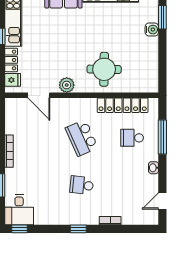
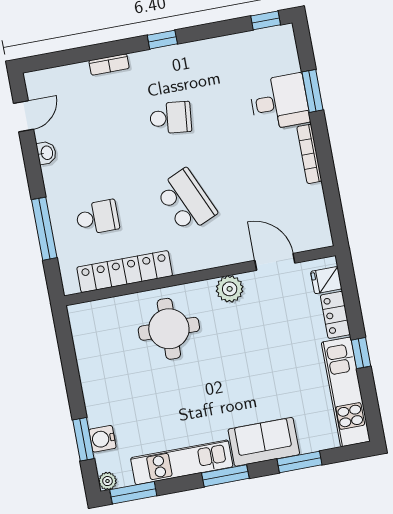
water cooler: (152, 30) -> (102, 439), moved
washbasin: (153, 168) -> (46, 153), moved
desk: (19, 210) -> (279, 102), moved, turned 90

